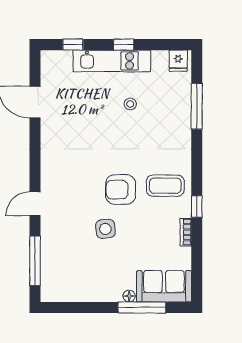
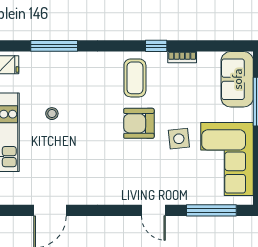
armchair: (121, 190) -> (139, 123), turned 90
corner sofa: (85, 276) -> (227, 159), added
floor lamp: (129, 296) -> (247, 115), removed

